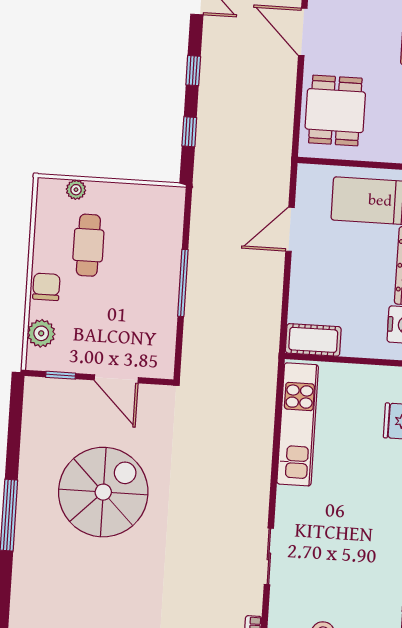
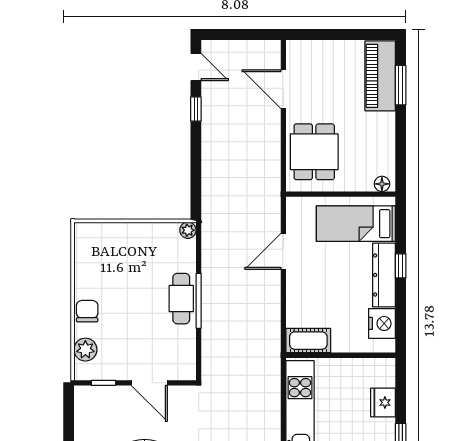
window: (193, 71) -> (196, 109), moved
window: (189, 132) -> (196, 177), removed
plant: (76, 190) -> (188, 230), moved
cafe table: (88, 245) -> (181, 299), moved

